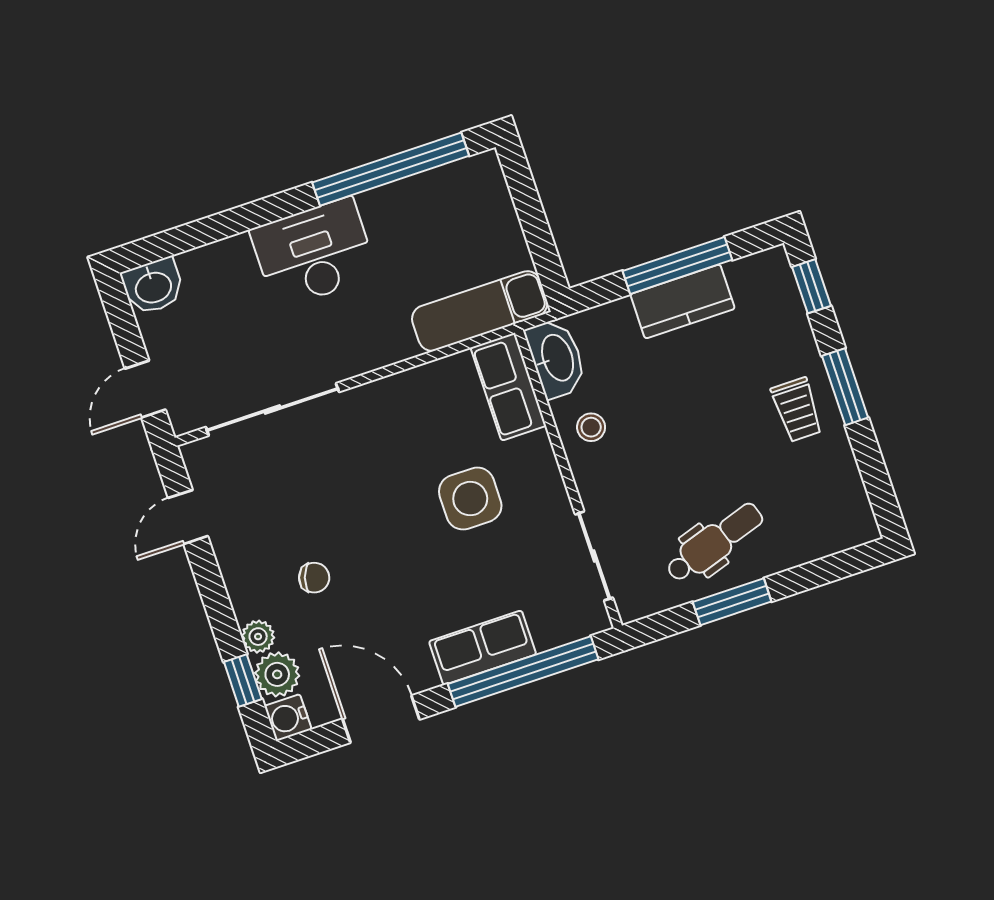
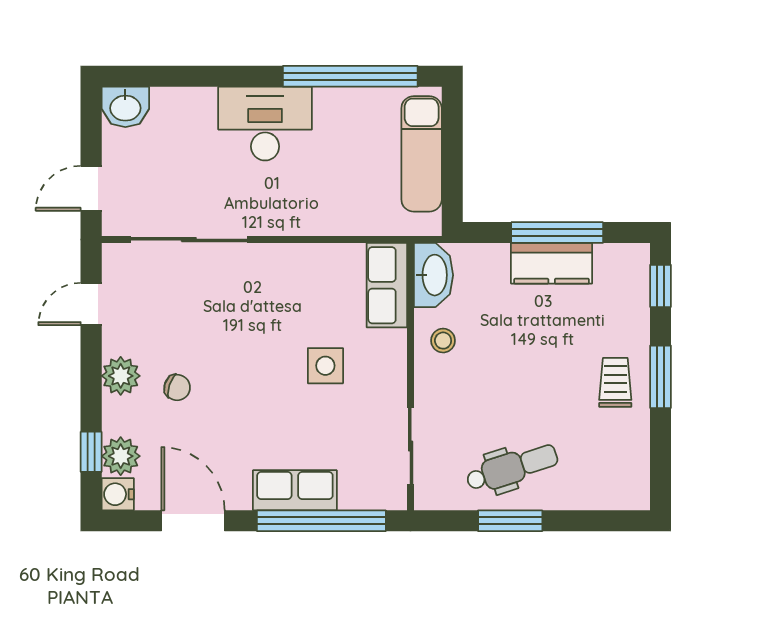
exam couch: (480, 311) -> (422, 154), moved, turned -90
trolley: (797, 410) -> (615, 382), turned 180
side table: (470, 499) -> (325, 366), width x0.73, depth x0.73
plant: (258, 637) -> (121, 376), moved, width x1.38, depth x1.38

